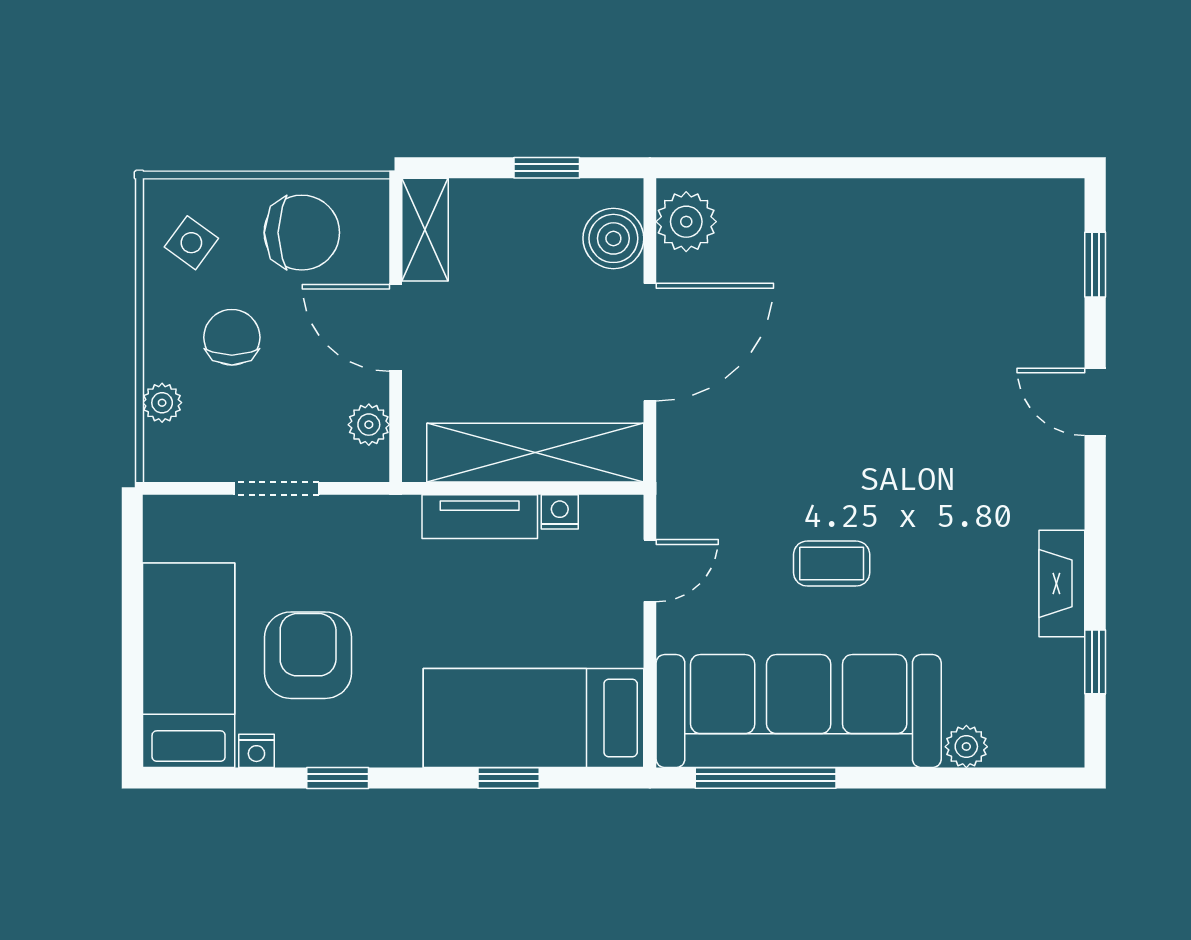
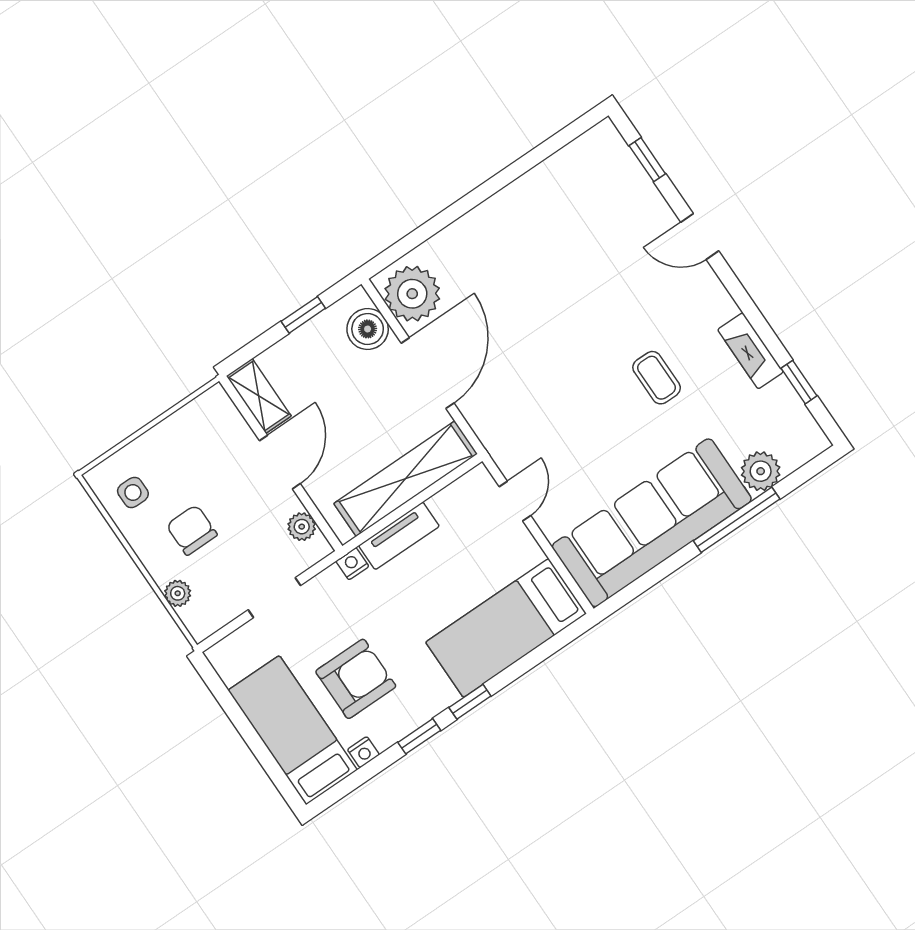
plant: (686, 222) -> (412, 294), width x1.36, depth x1.36
chair: (302, 233) -> (191, 445), removed
side table: (191, 243) -> (133, 492), turned -36
door: (396, 328) -> (280, 462), swing flipped
nightstand: (560, 512) -> (352, 564), moved
coffee table: (832, 564) -> (657, 378), moved, turned 90
armchair: (308, 655) -> (356, 679), turned 90
plant: (966, 747) -> (761, 471), width x1.38, depth x1.38
window: (509, 778) -> (470, 702), moved
window: (766, 778) -> (737, 520), moved

